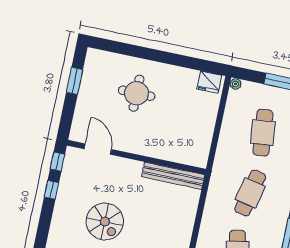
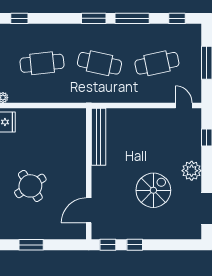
round table: (137, 93) -> (30, 186), turned -33

